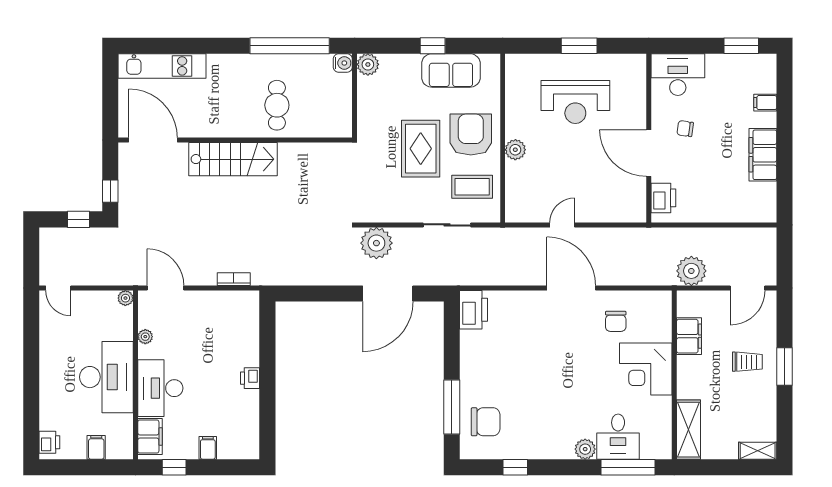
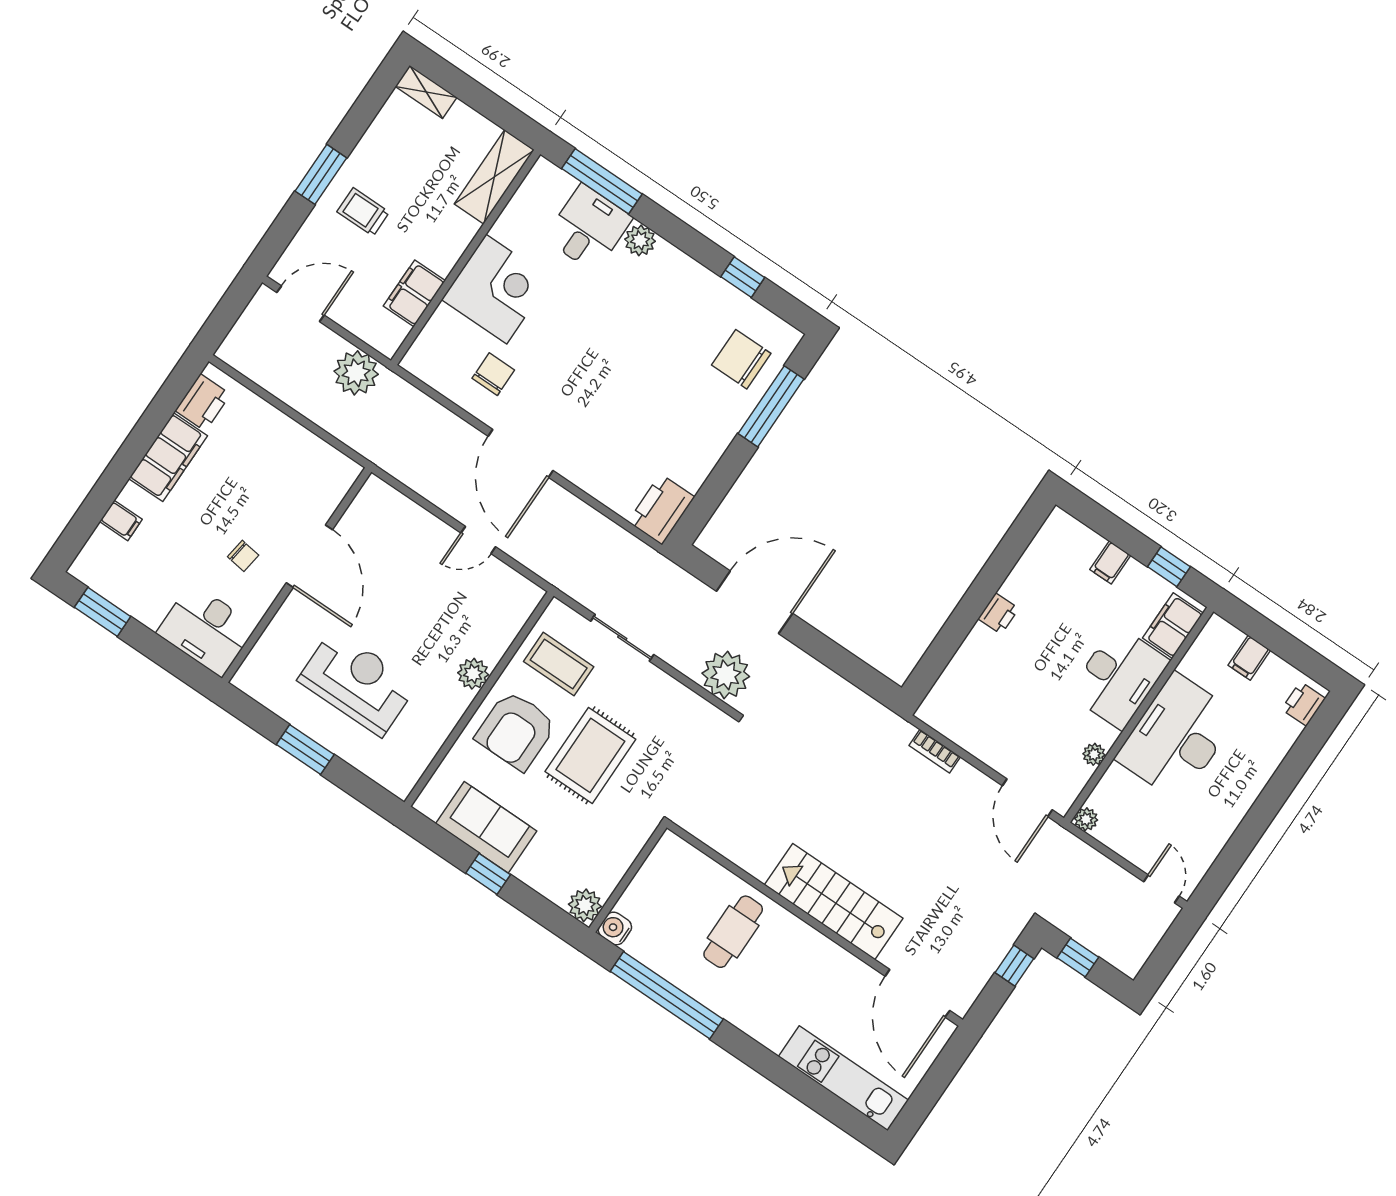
printer: (663, 198) -> (203, 403), moved, turned 180

